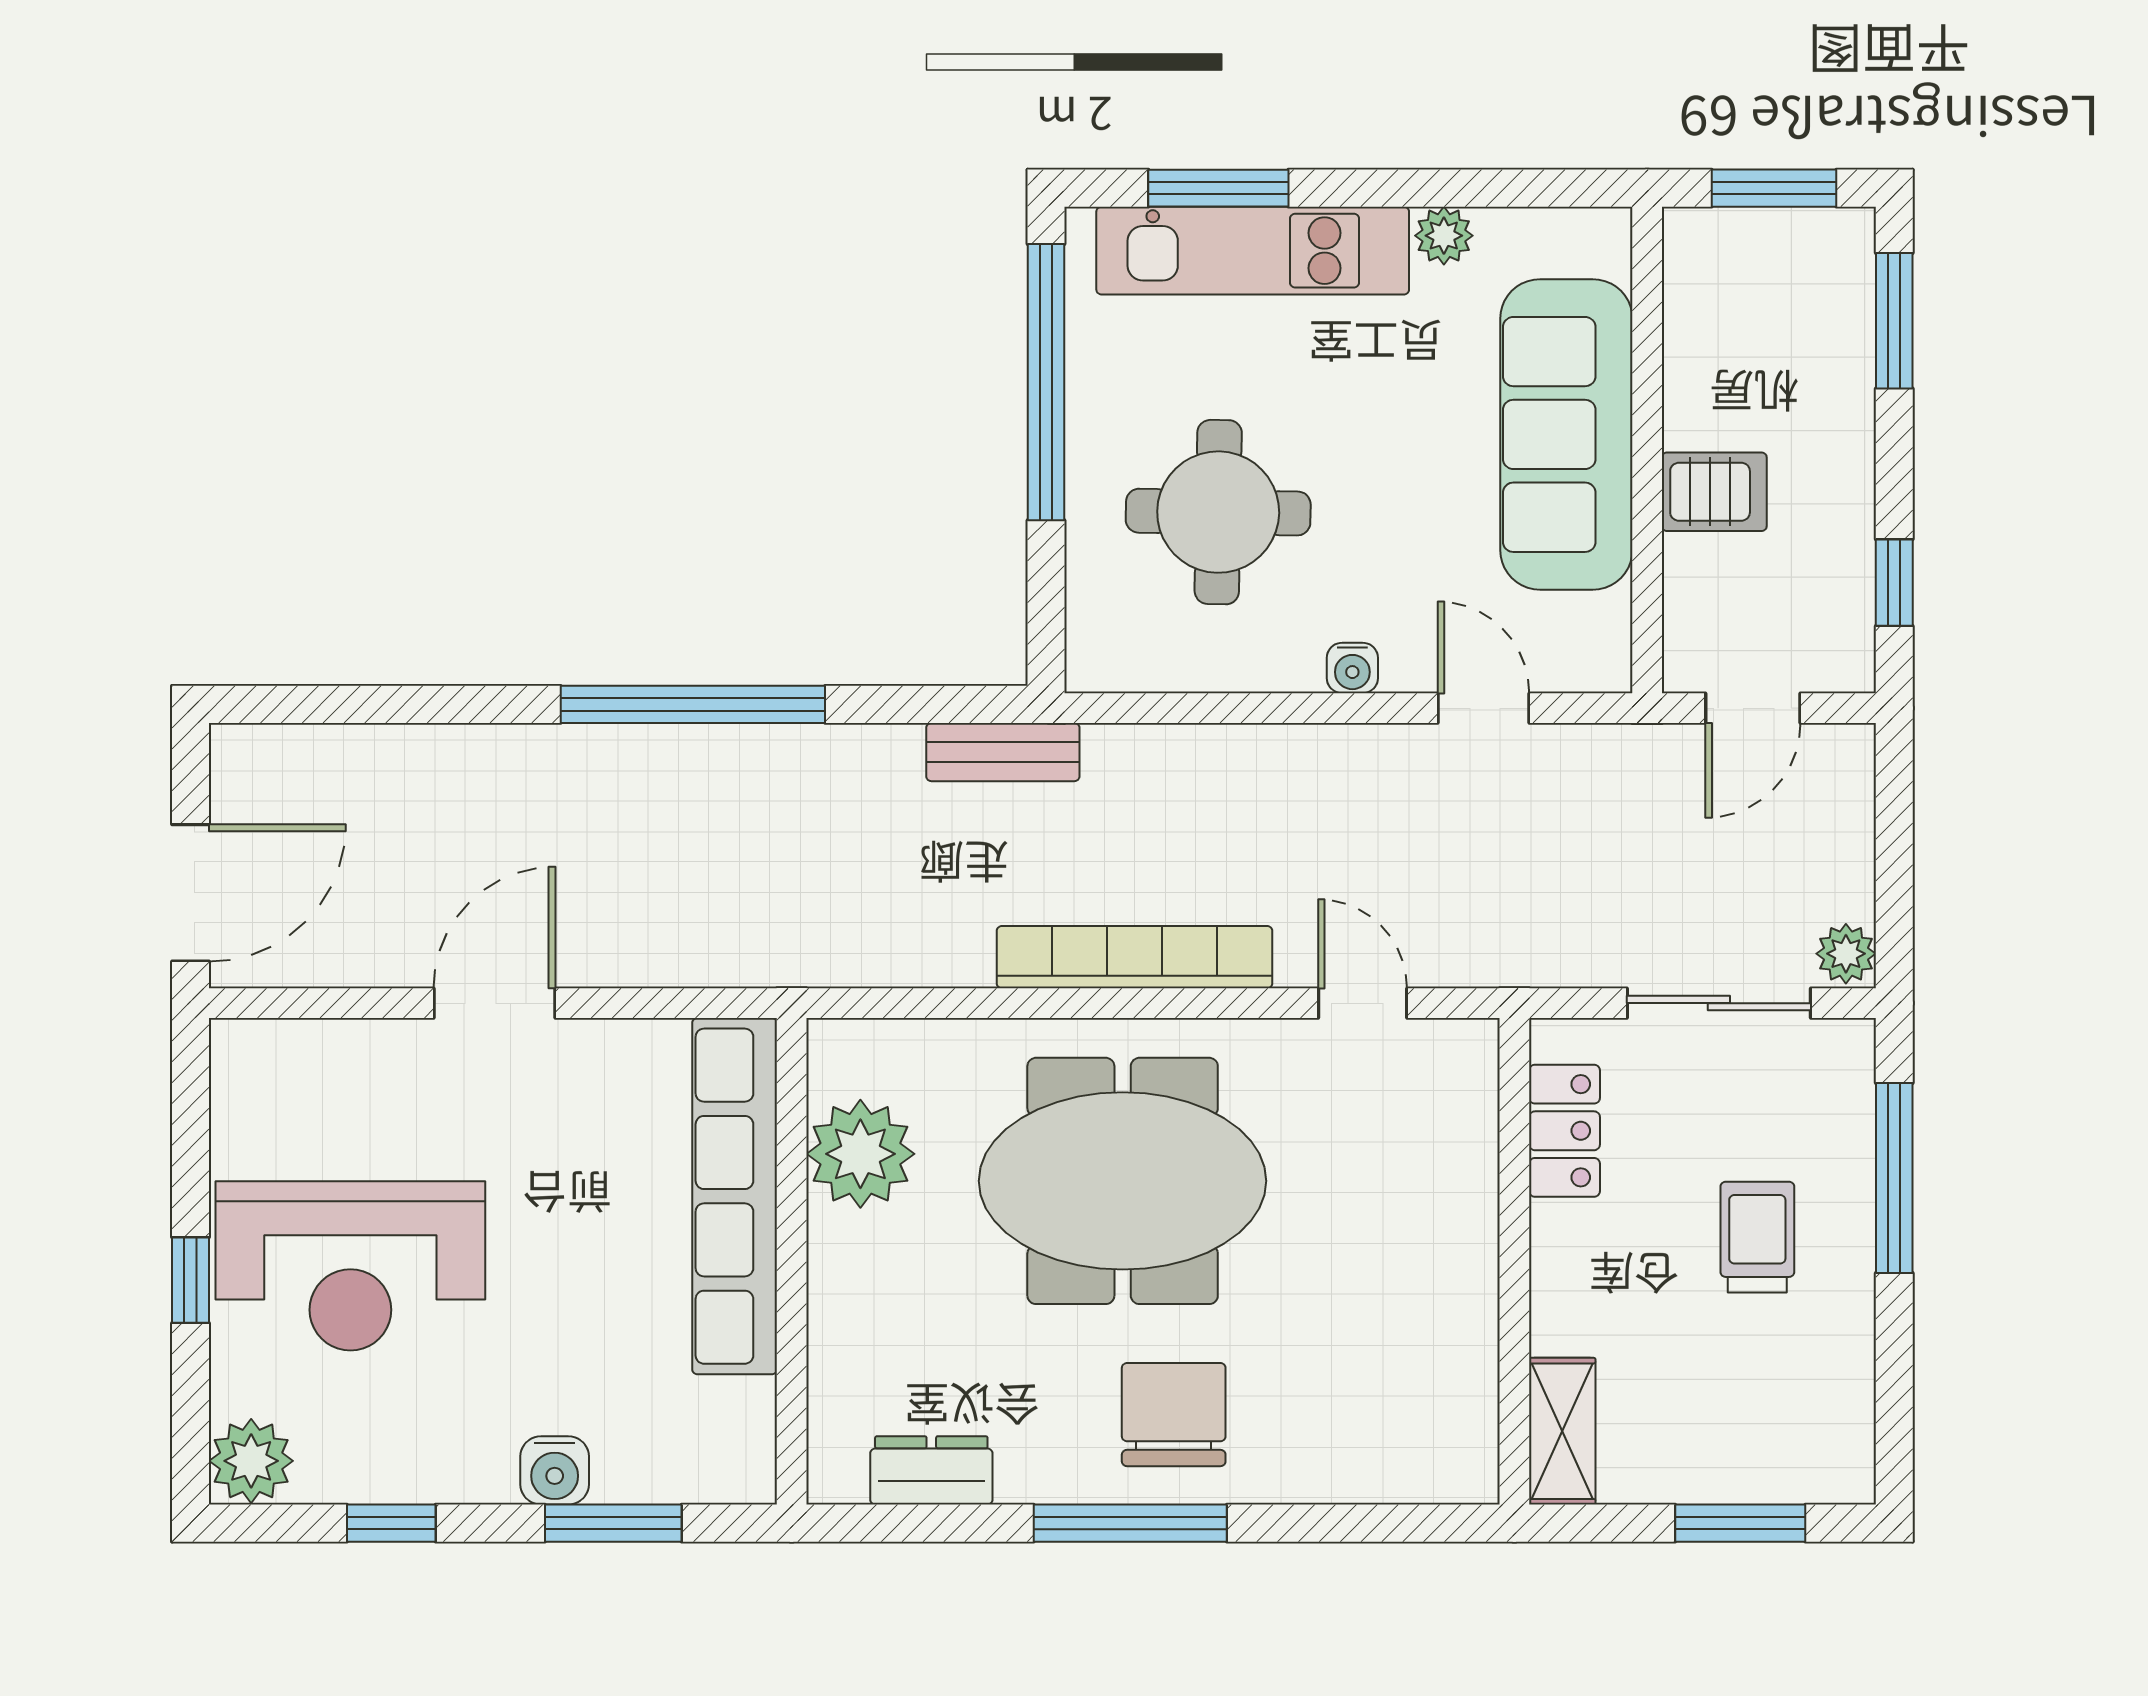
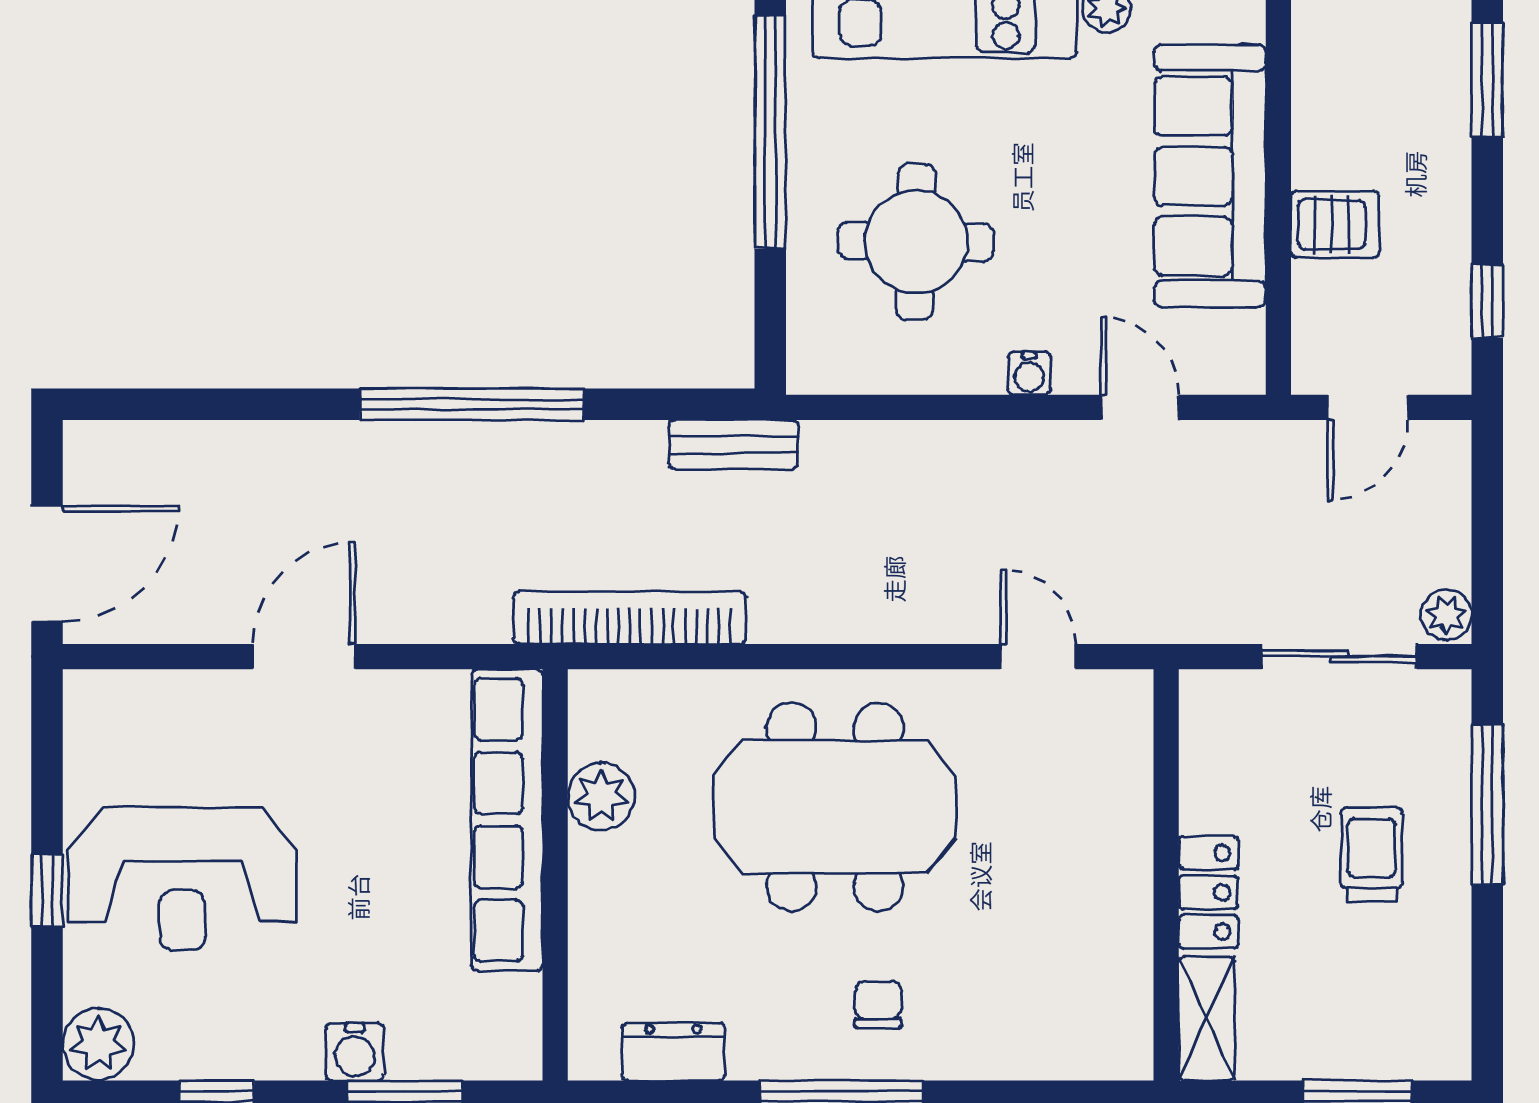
bookcase: (1135, 957) -> (630, 618), moved
locker: (1564, 1131) -> (1208, 892), moved
plant: (860, 1154) -> (601, 796), width x0.73, depth x0.73
chair: (1174, 1415) -> (878, 1005), width x0.54, depth x0.54

